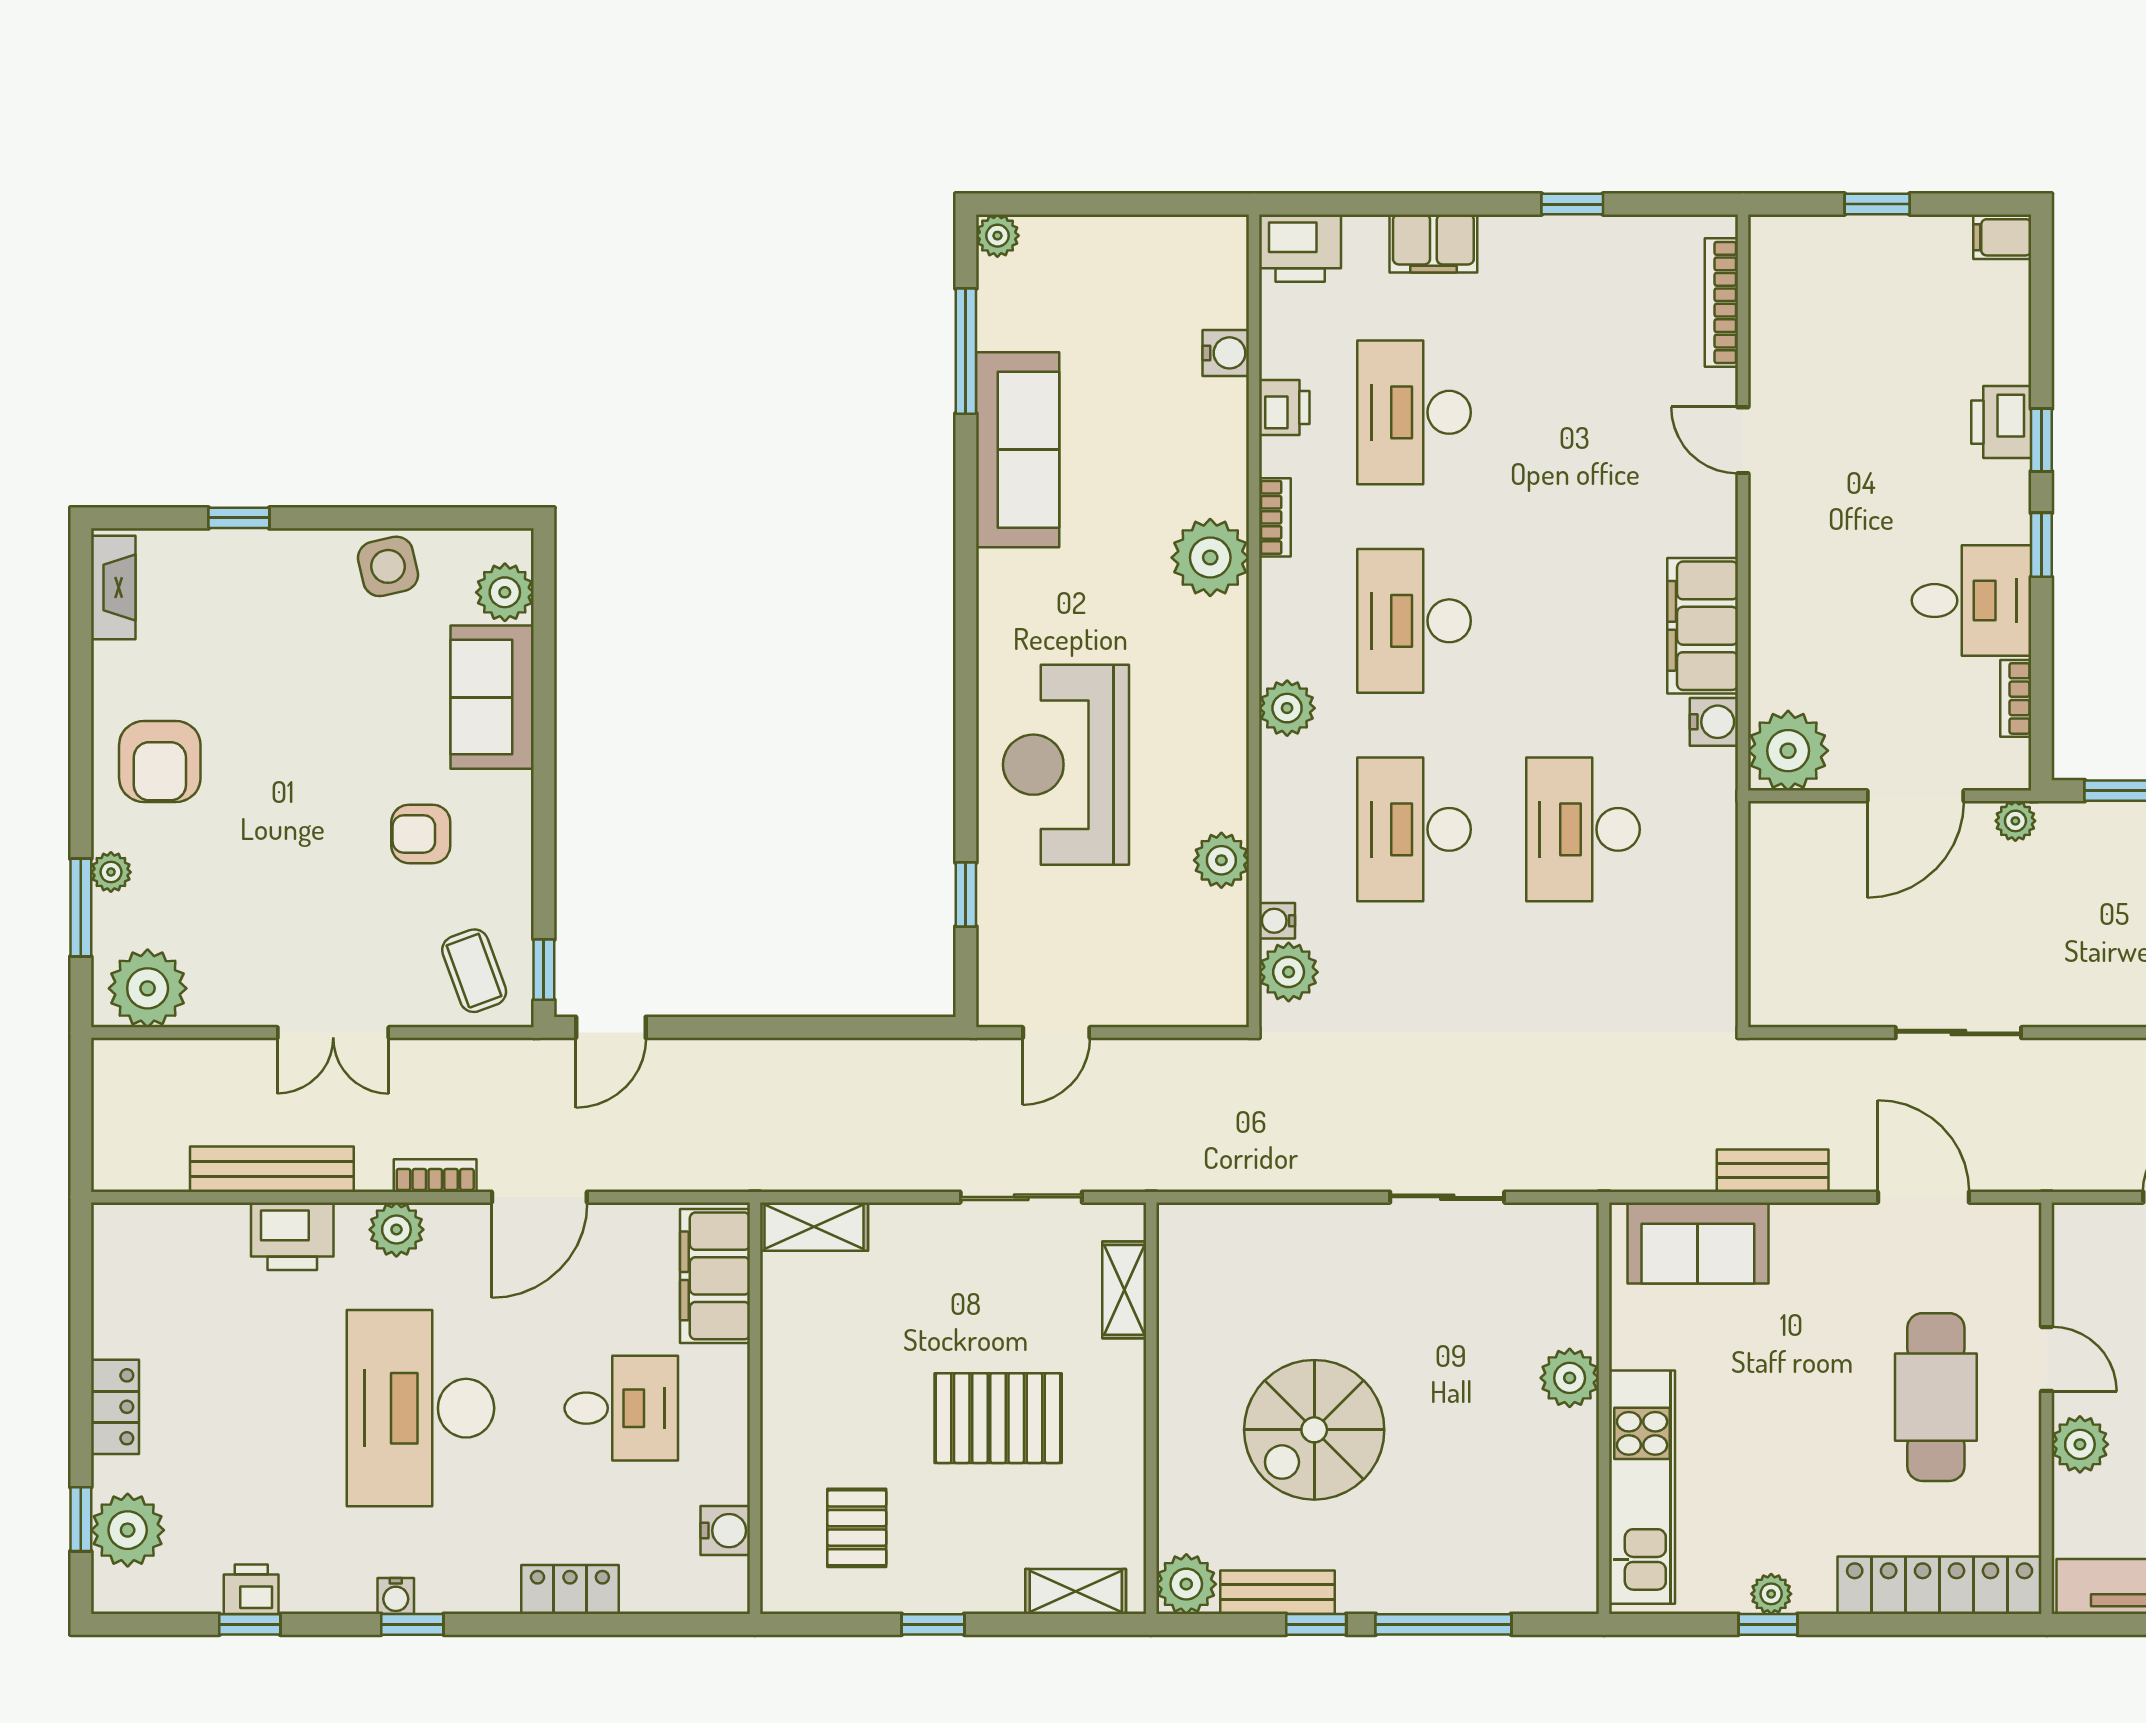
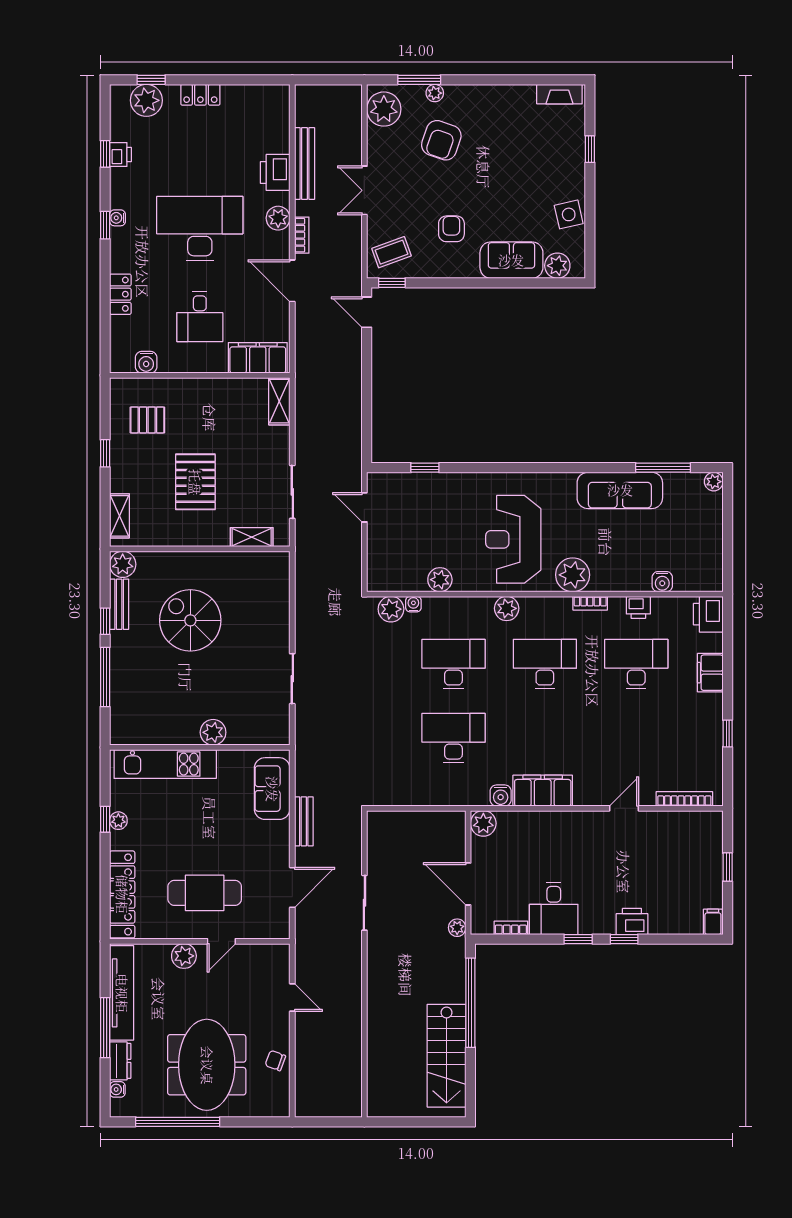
plant: (1788, 751) -> (483, 823), width x0.73, depth x0.73
armchair: (160, 762) -> (441, 140), moved, turned -71
reception desk: (1066, 765) -> (513, 539), moved, turned -90

